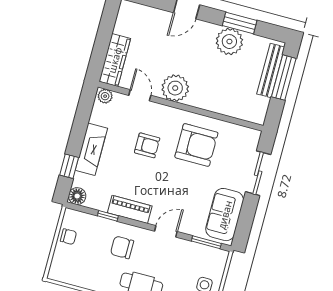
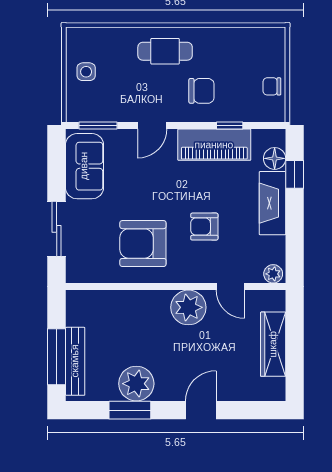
wardrobe: (115, 60) -> (273, 344), moved
floor lamp: (77, 196) -> (275, 158), moved
piano: (130, 209) -> (214, 145), width x1.37, depth x1.33

